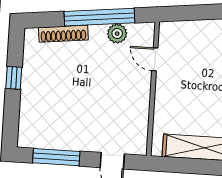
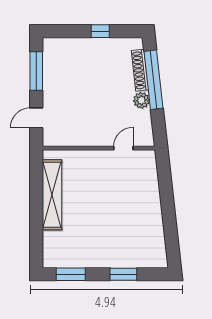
window: (99, 17) -> (154, 80), moved
plant: (117, 34) -> (141, 100), moved

